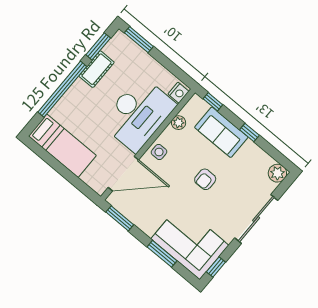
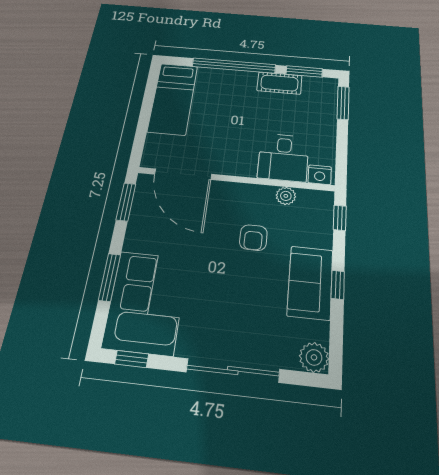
desk: (138, 114) -> (283, 157), width x0.53, depth x0.77
sofa: (221, 132) -> (310, 282), moved
side table: (159, 152) -> (236, 196), removed
armchair: (205, 179) -> (253, 238), moved, turned -90

